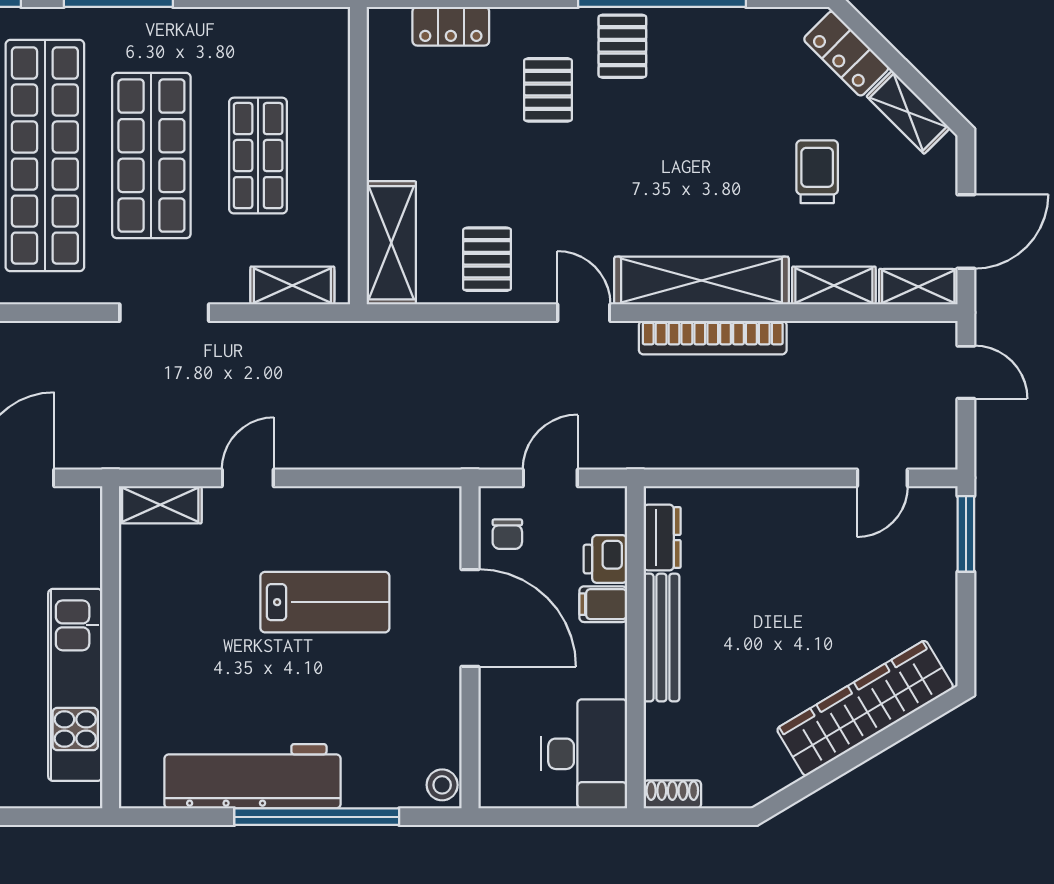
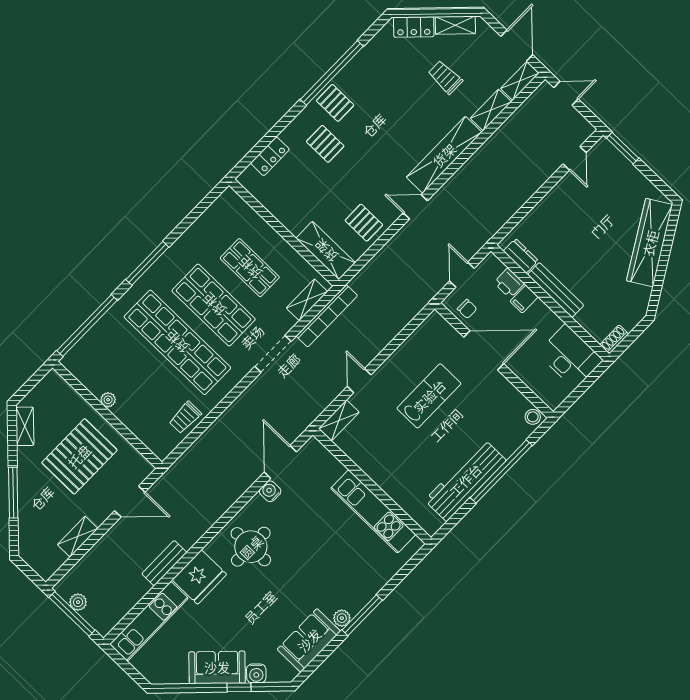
bookcase: (713, 338) -> (327, 316), moved

